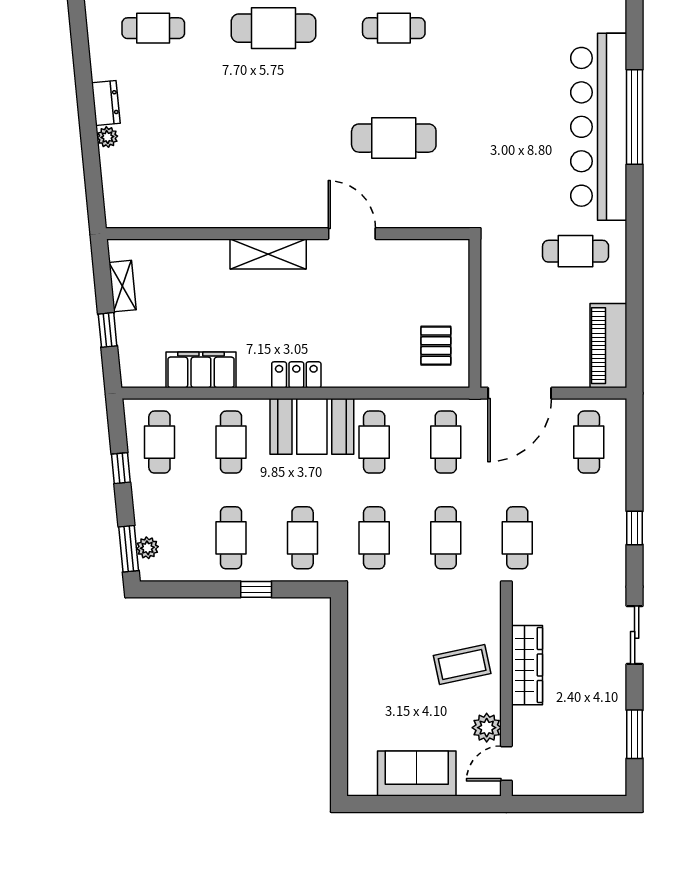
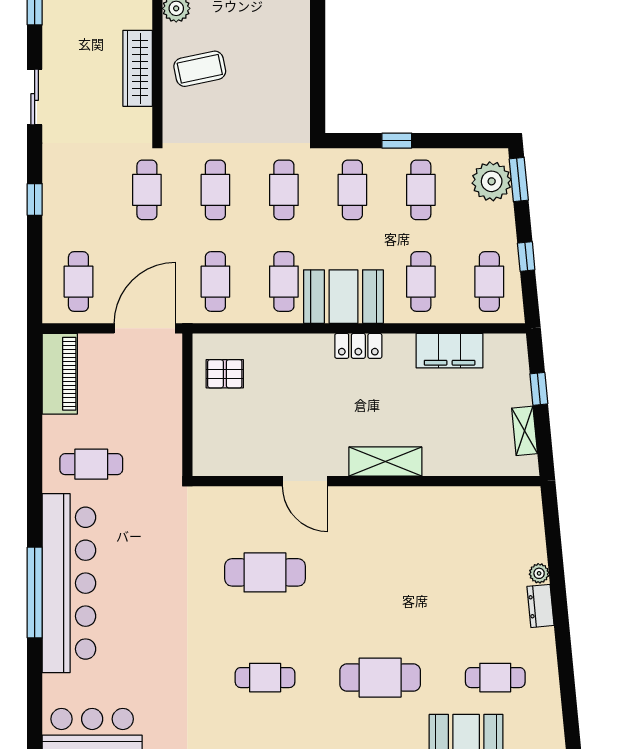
pallet: (436, 346) -> (225, 374), turned 90
plant: (147, 548) -> (492, 181), width x1.88, depth x1.88

